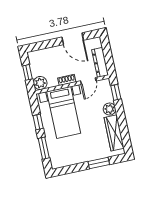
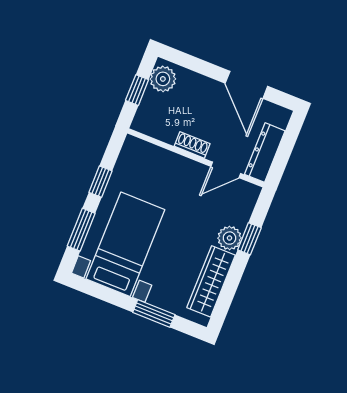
plant: (40, 83) -> (163, 79), moved
window: (116, 92) -> (249, 239), moved
bed with nightstands: (64, 112) -> (125, 244), moved, turned 180

